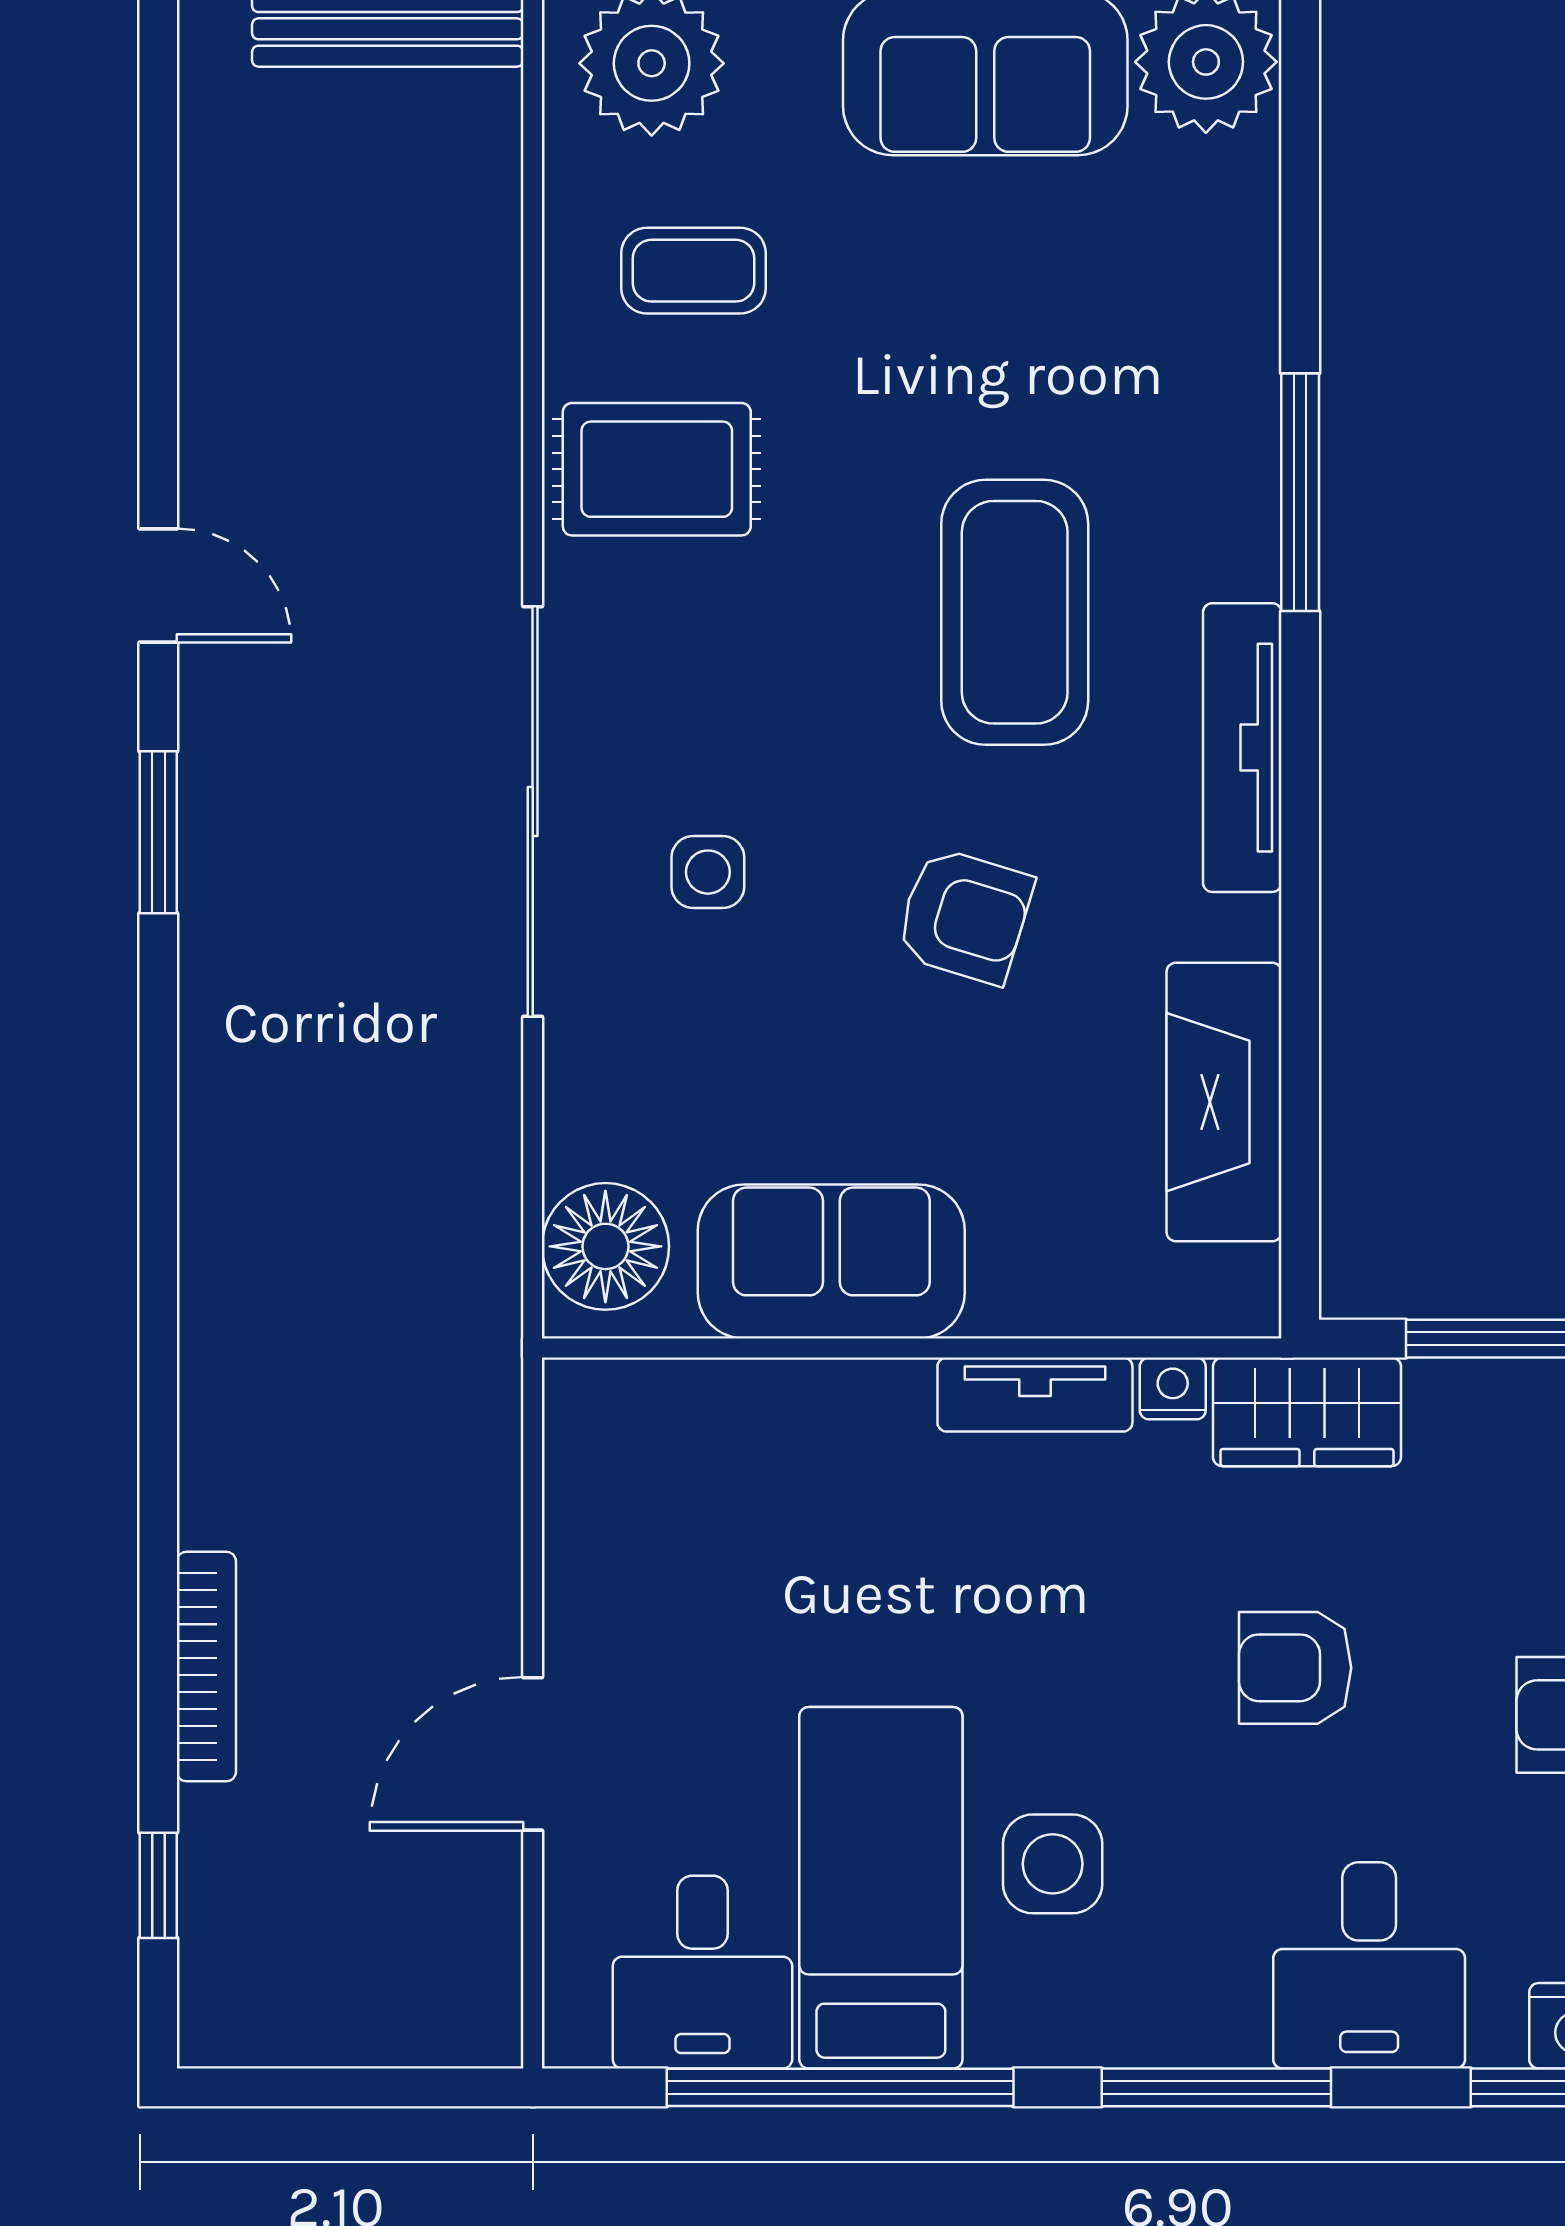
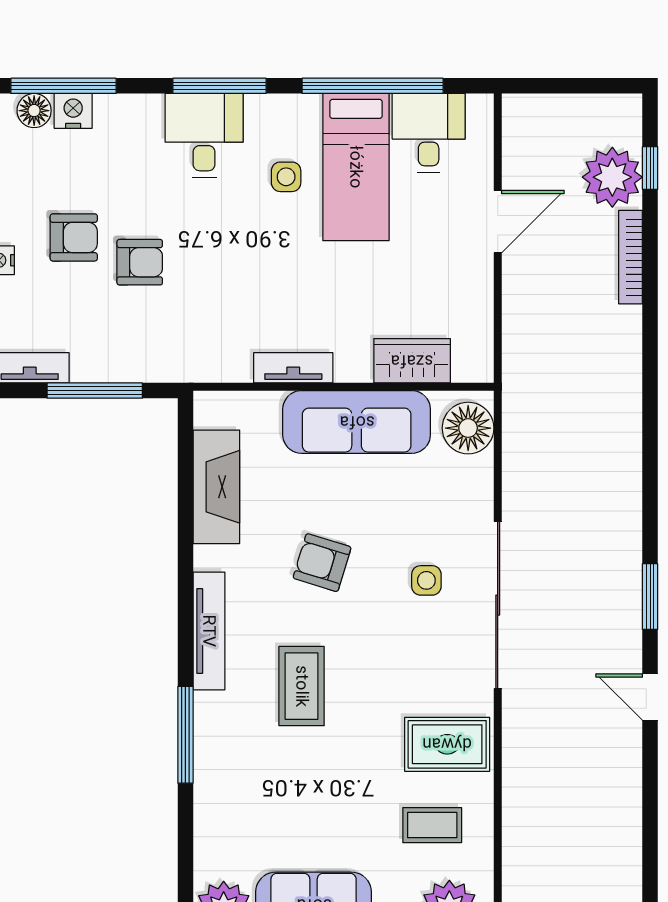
coffee table: (1015, 612) -> (302, 686), width x0.73, depth x0.76
sofa: (831, 1261) -> (357, 422), width x1.36
nightstand: (1173, 1388) -> (237, 370), removed
wardrobe: (1307, 1412) -> (412, 361), moved
armchair: (1295, 1668) -> (140, 262), moved
plant: (251, 1863) -> (612, 177), added
side table: (1053, 1864) -> (286, 177), width x0.73, depth x0.73
desk: (1369, 1965) -> (204, 135), moved

